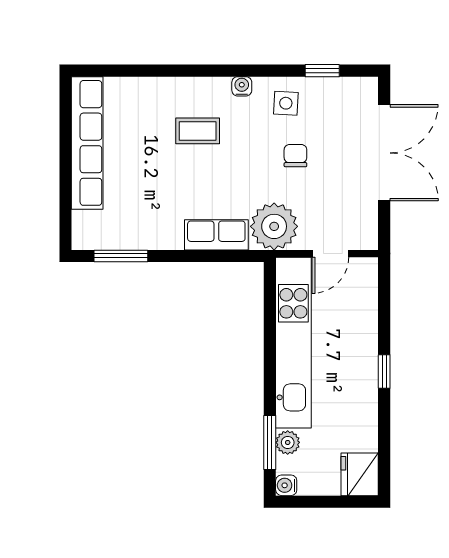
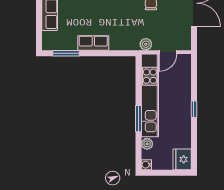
plant: (274, 226) -> (146, 44), width x0.53, depth x0.53
row of seats: (216, 235) -> (93, 43), moved
window: (270, 443) -> (138, 119), moved

